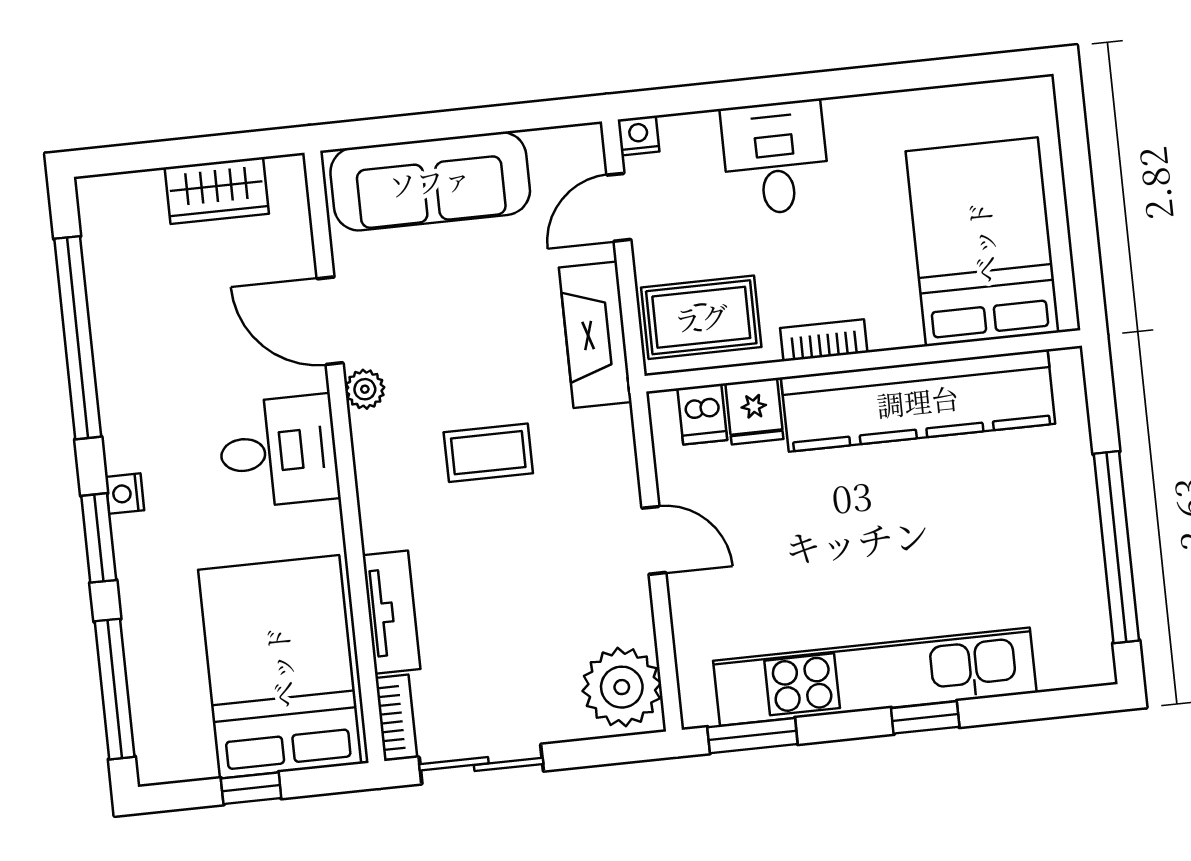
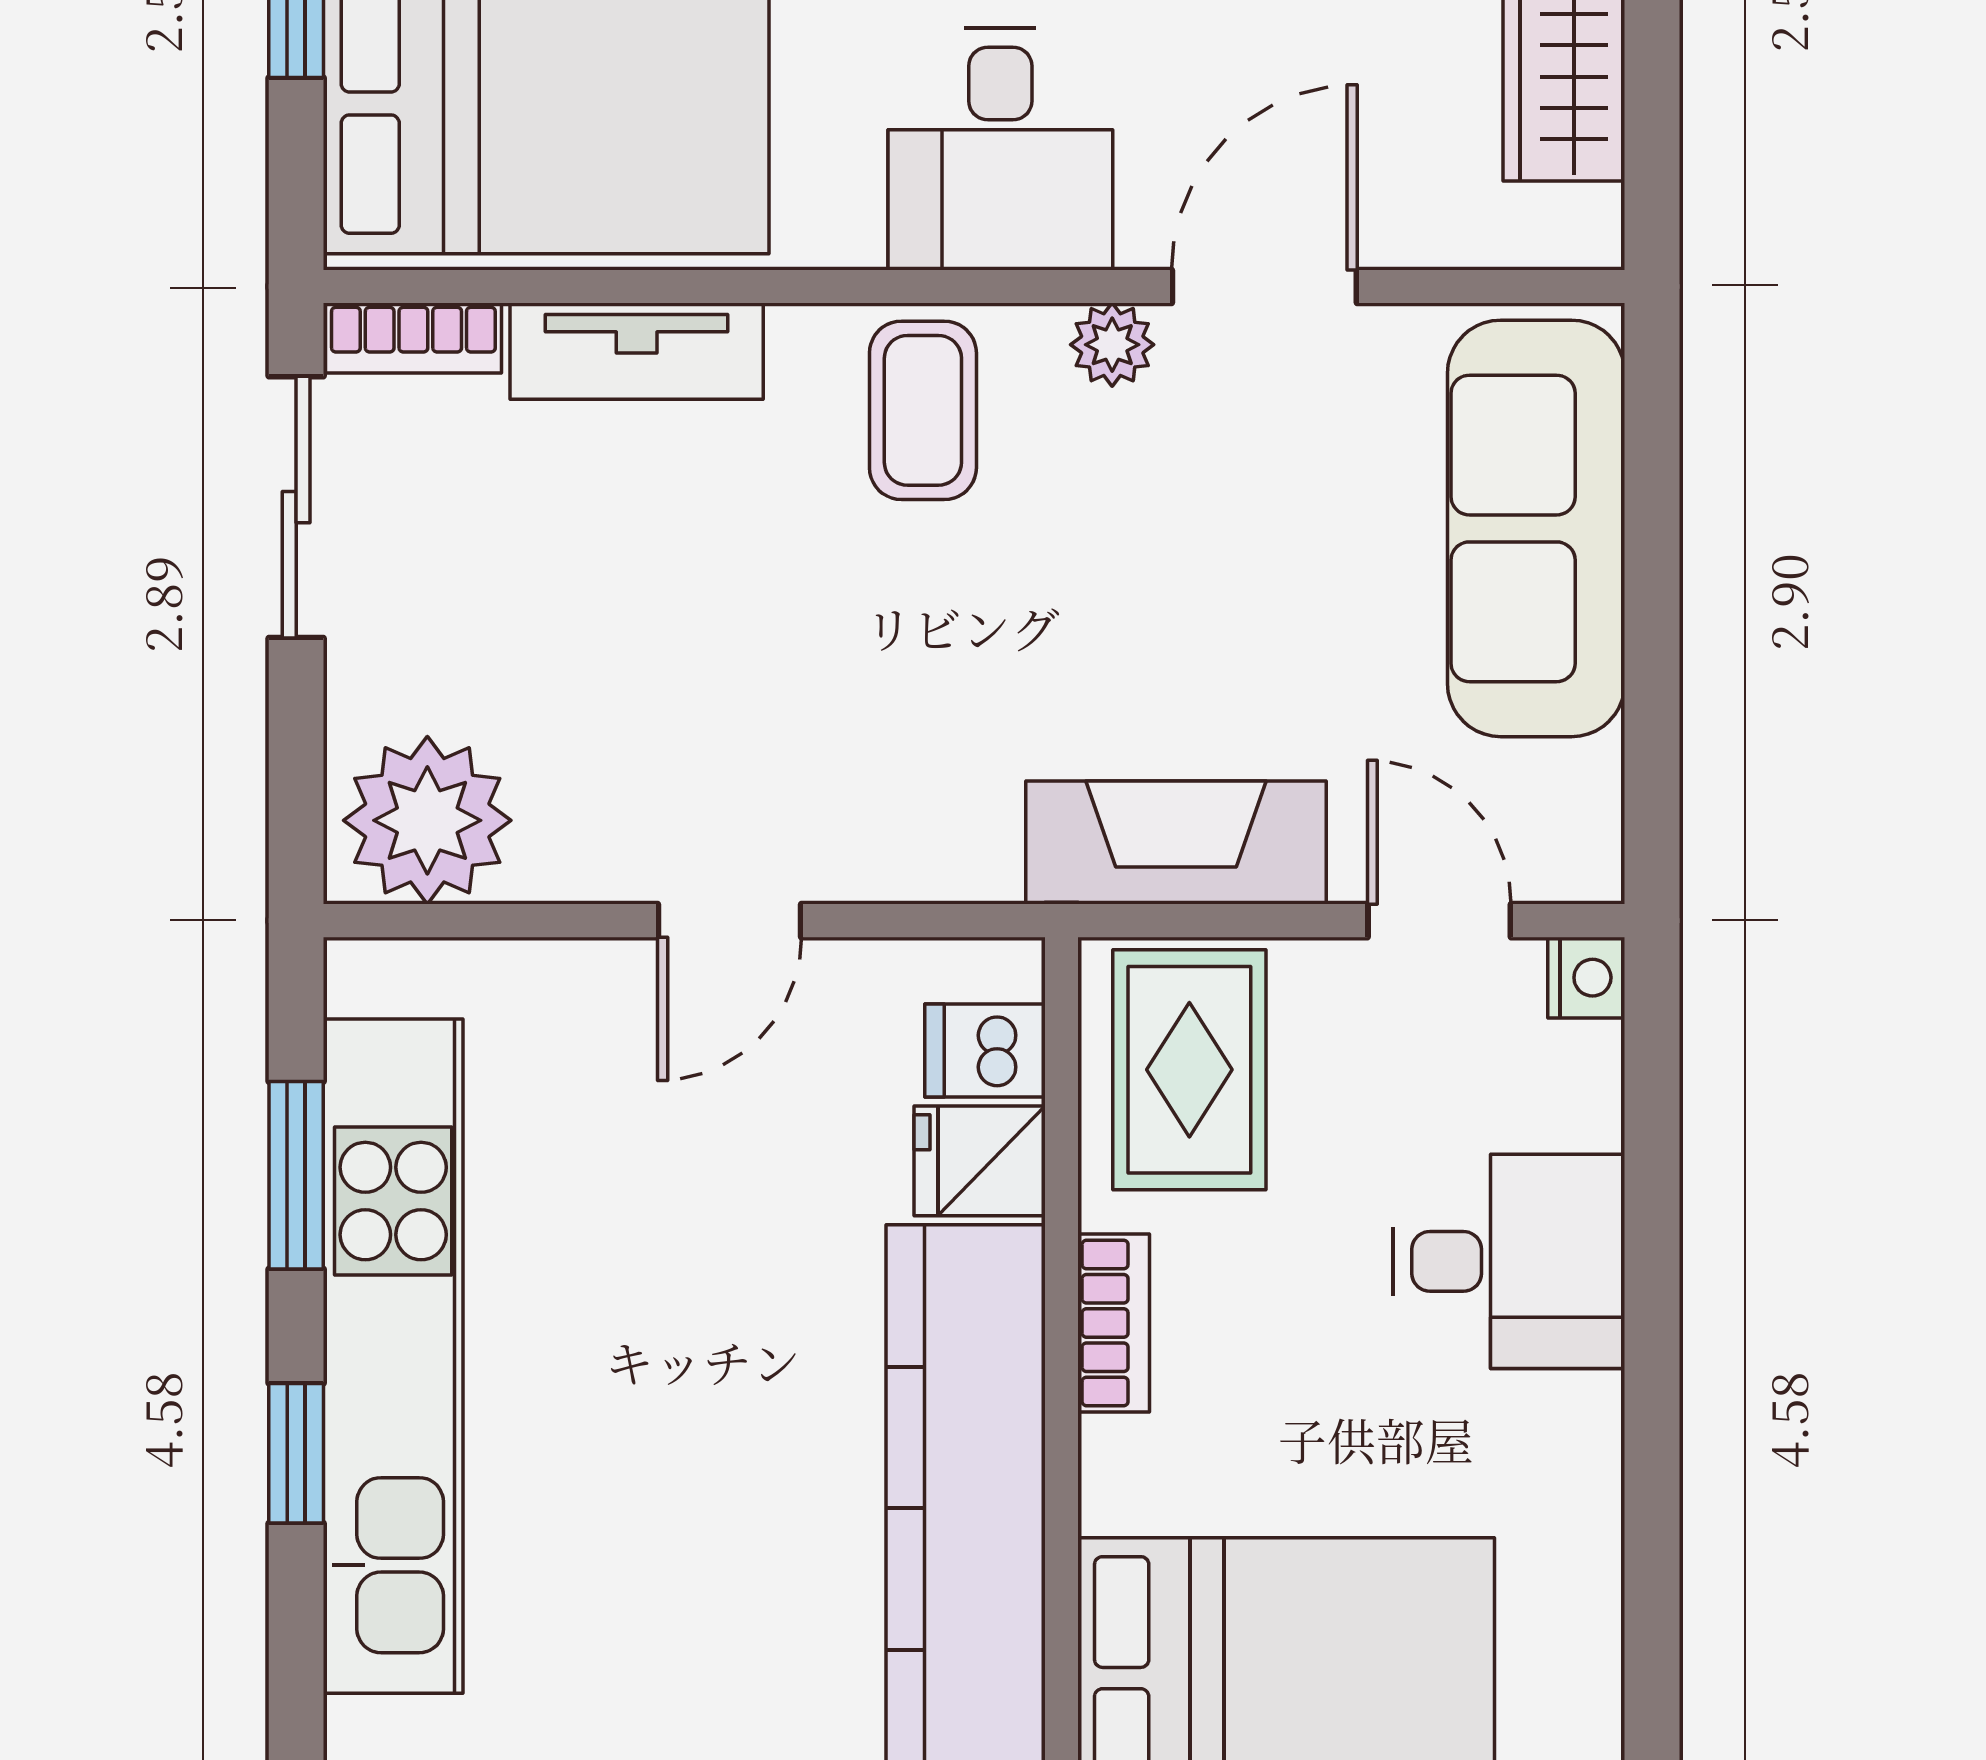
coffee table: (488, 453) -> (923, 410), moved
window: (752, 736) -> (296, 1175), moved

